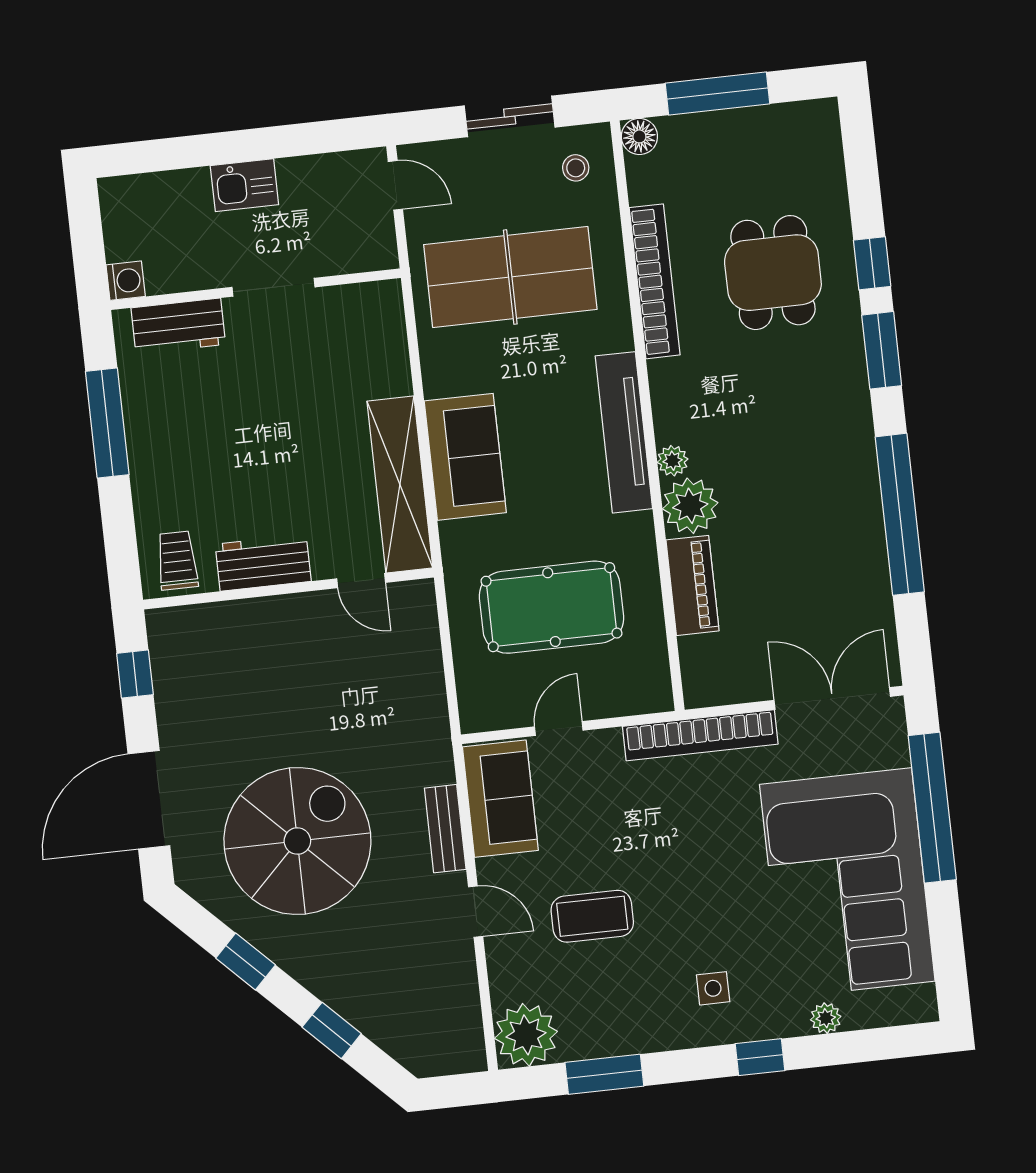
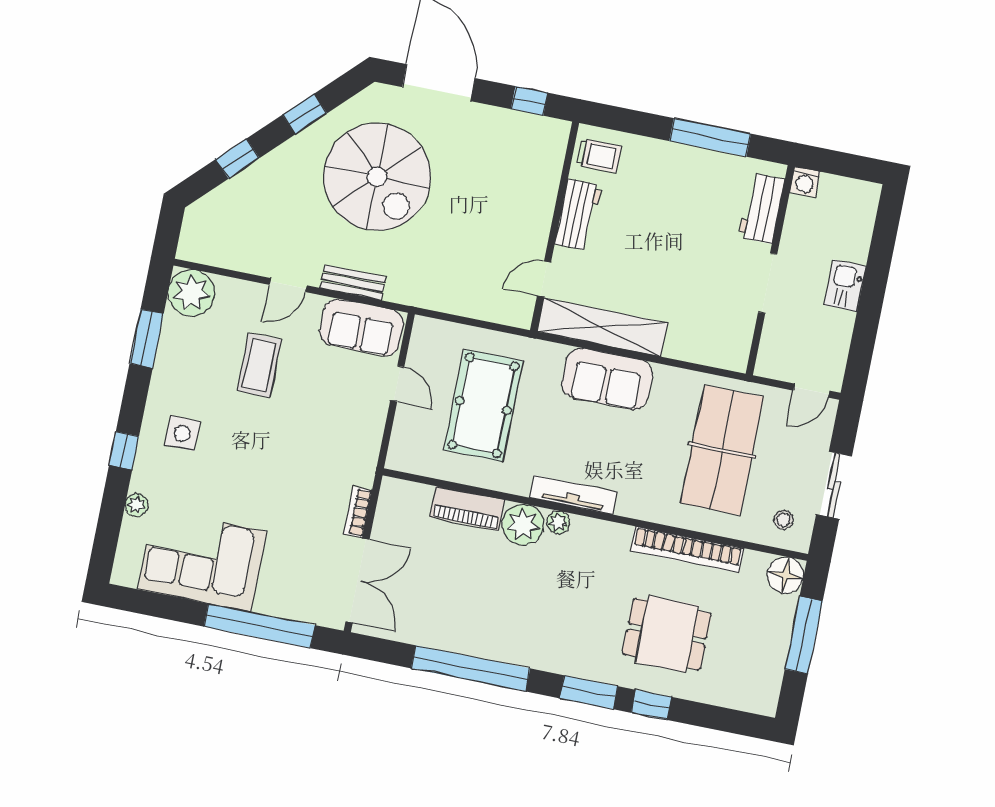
floor lamp: (639, 136) -> (785, 575), width x1.38, depth x1.38
tv unit: (624, 432) -> (573, 495), width x0.73, depth x0.78
bookcase: (700, 735) -> (358, 512), width x0.43, depth x0.76
corner sofa: (847, 883) -> (202, 560), width x0.73, depth x0.74
side table: (713, 988) -> (182, 433), width x1.37, depth x1.37

